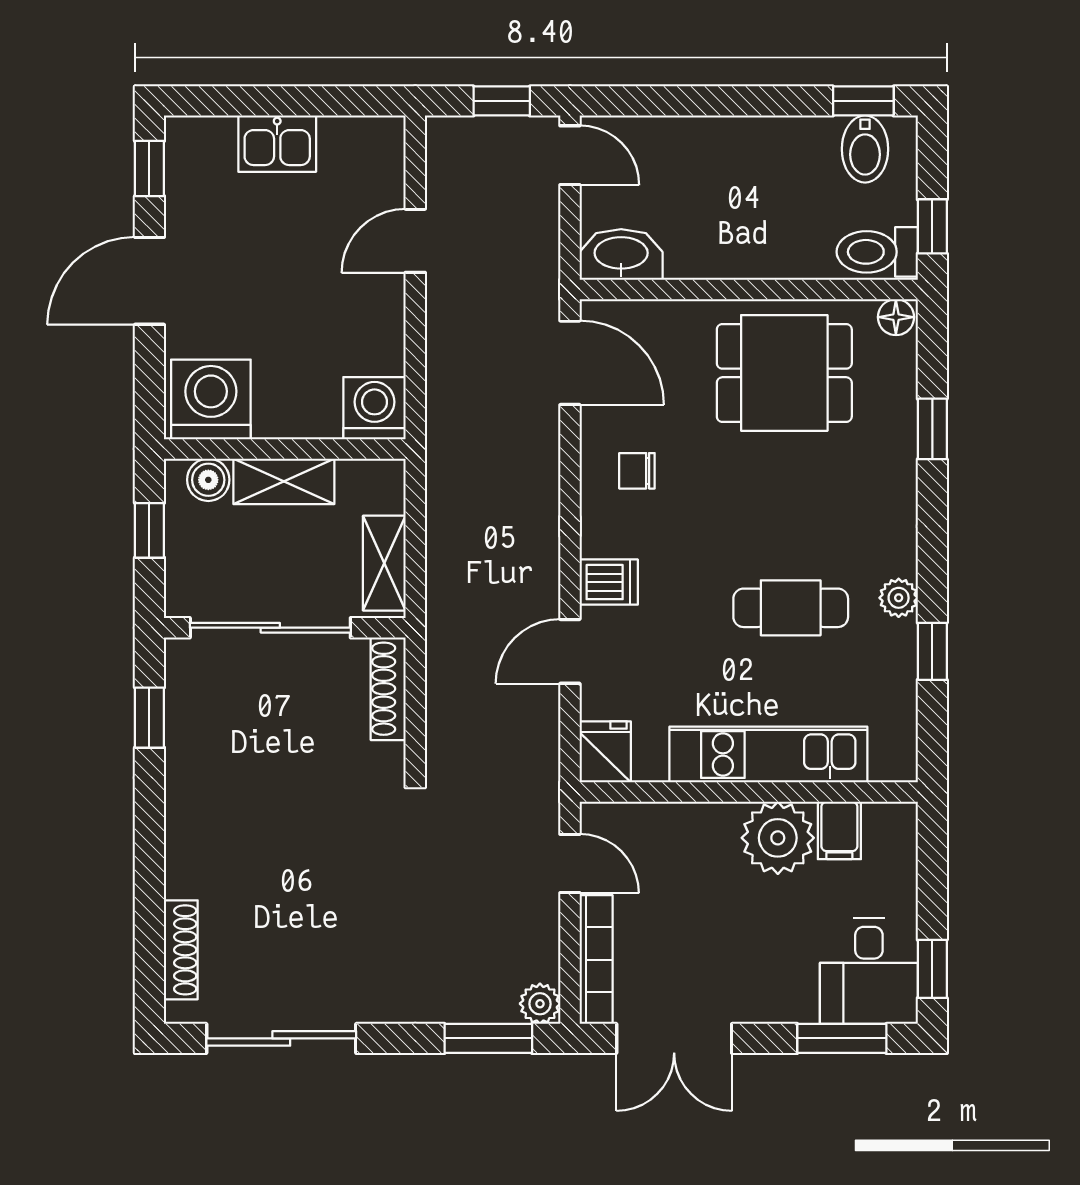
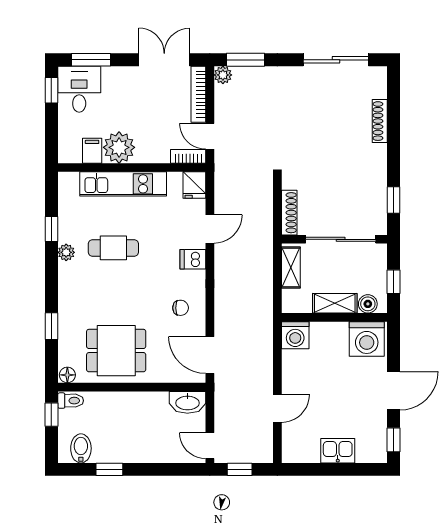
window: (863, 101) -> (109, 469), moved
toilet: (877, 252) -> (71, 401), width x0.73, depth x0.72
bookcase: (619, 818) -> (188, 156), added
shoe rack: (181, 950) -> (380, 121), moved

